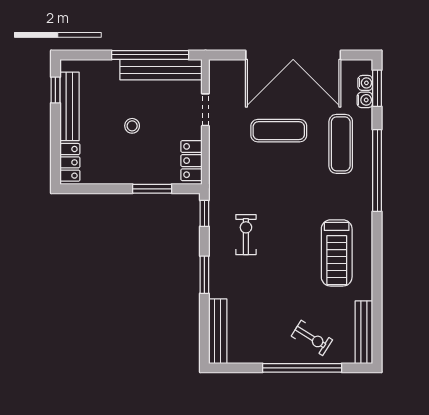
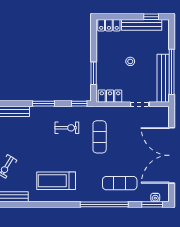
water cooler: (365, 100) -> (145, 197), removed
exercise mat: (279, 131) -> (100, 137), moved

